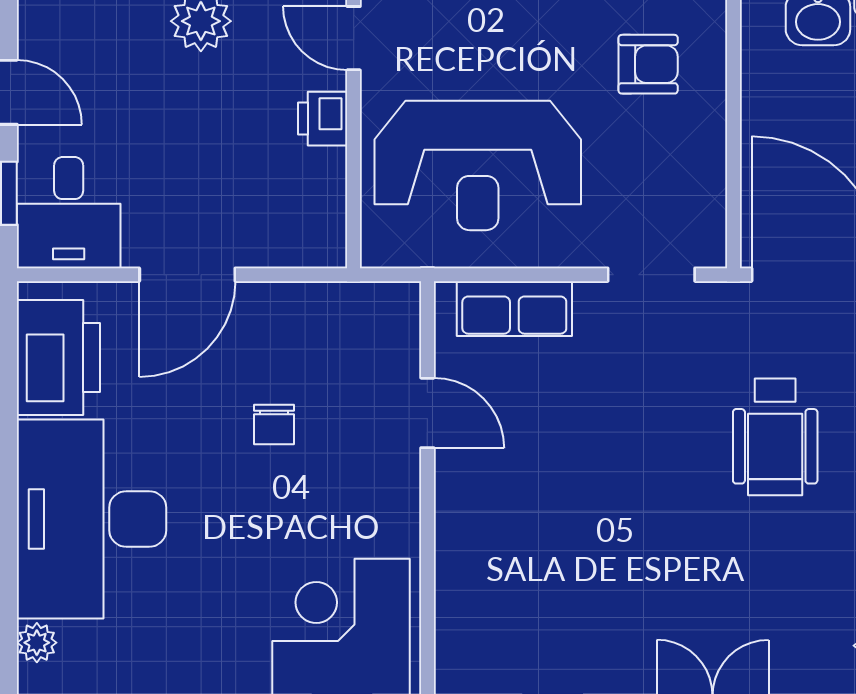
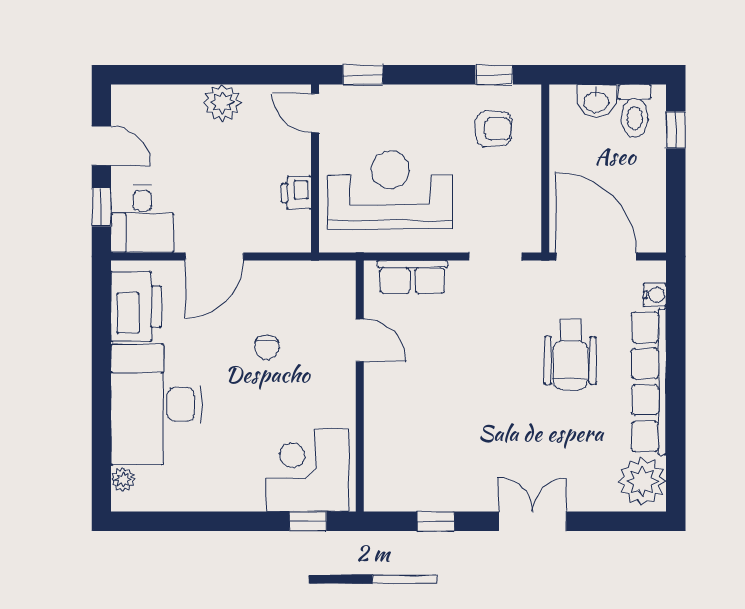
printer: (323, 119) -> (296, 193), moved
reception desk: (478, 165) -> (390, 190), turned 180

